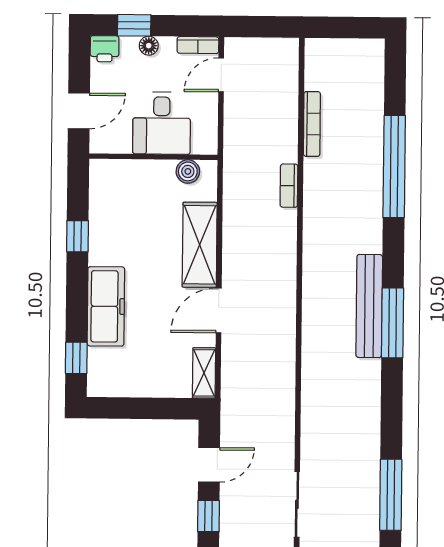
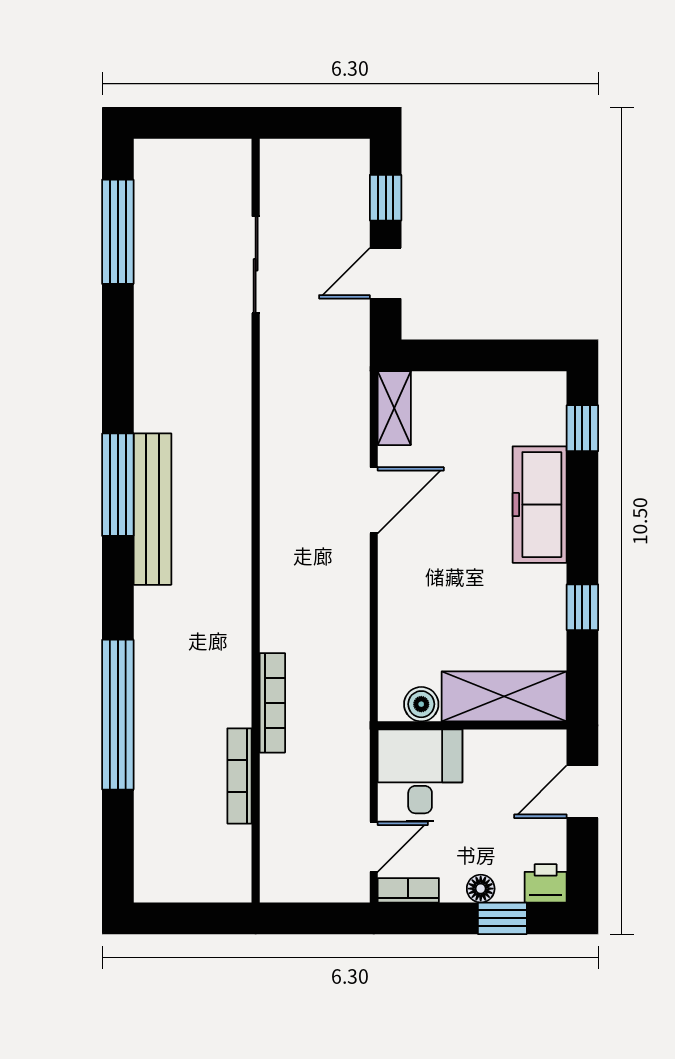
desk: (162, 123) -> (420, 775), moved
bookcase: (289, 186) -> (272, 703), width x1.56
shelving: (200, 245) -> (504, 696), moved, turned 90
sliding door: (297, 504) -> (256, 265), moved

